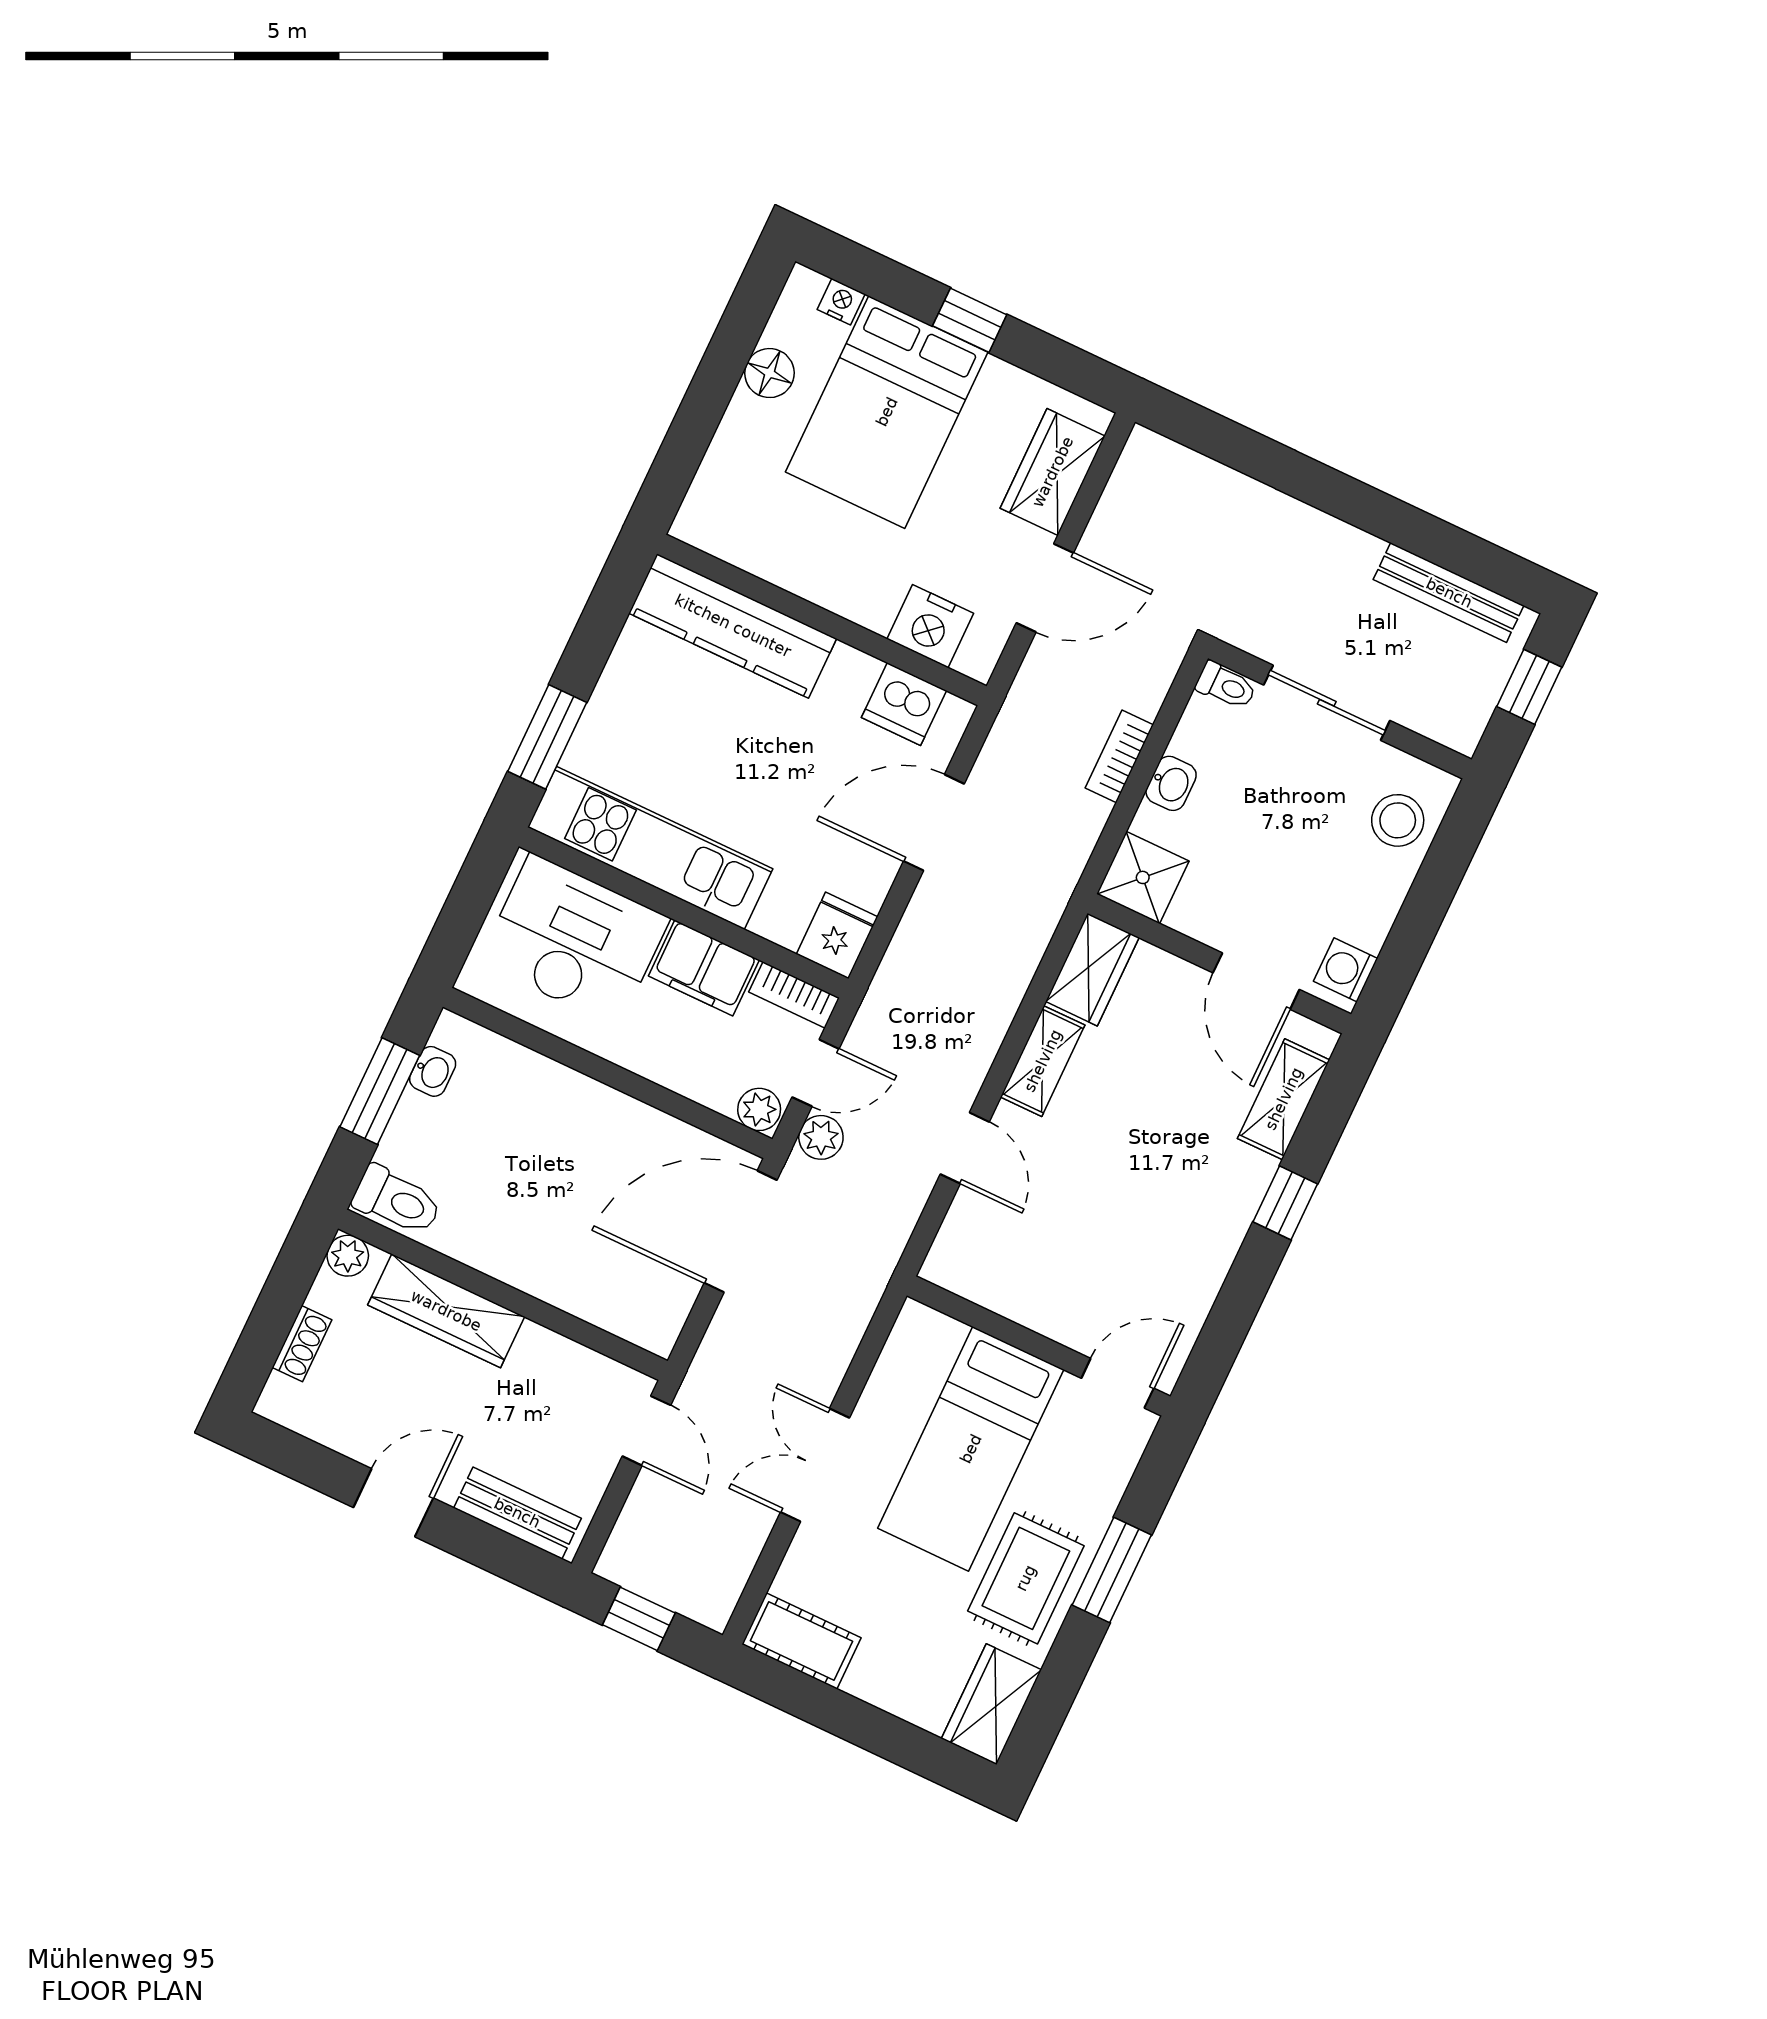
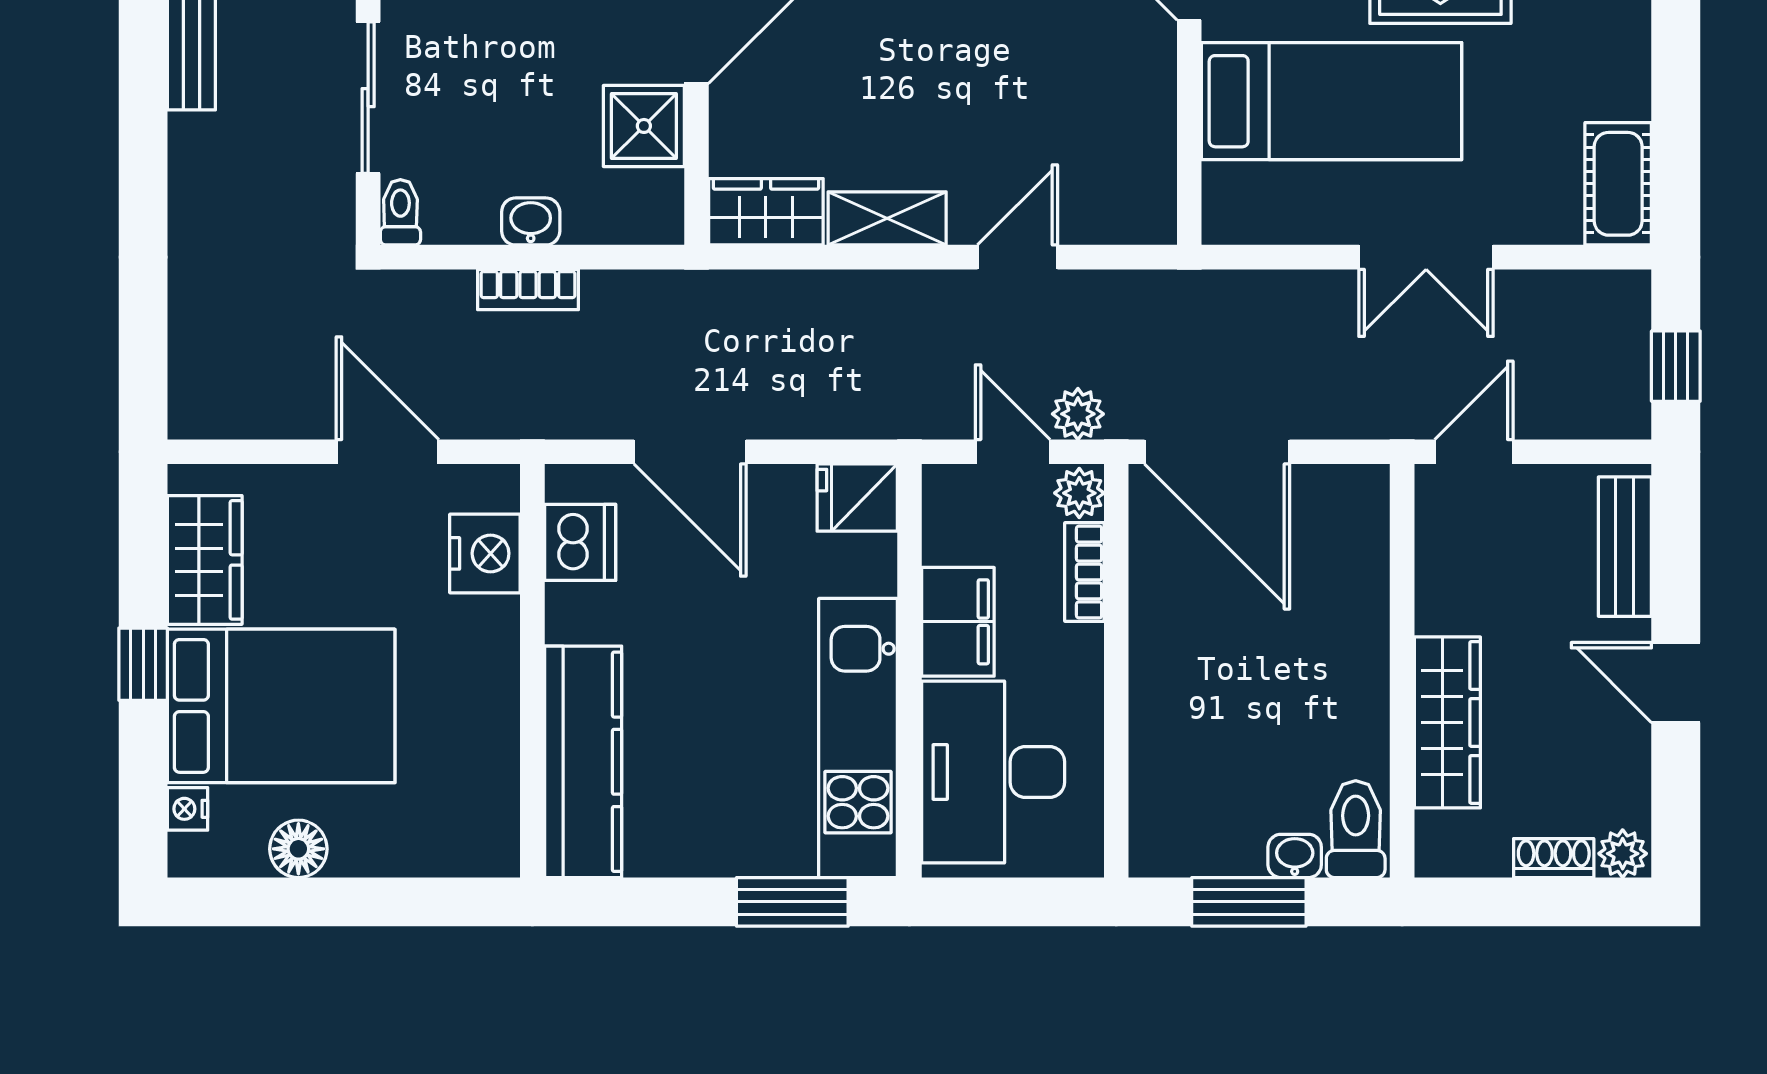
wardrobe: (1053, 472) -> (205, 560), moved, turned -90
shower: (1143, 877) -> (644, 126), moved
bookcase: (794, 995) -> (1084, 572), moved, turned 180
washbasin: (433, 1071) -> (1295, 856), moved
plant: (348, 1256) -> (1623, 854), moved

